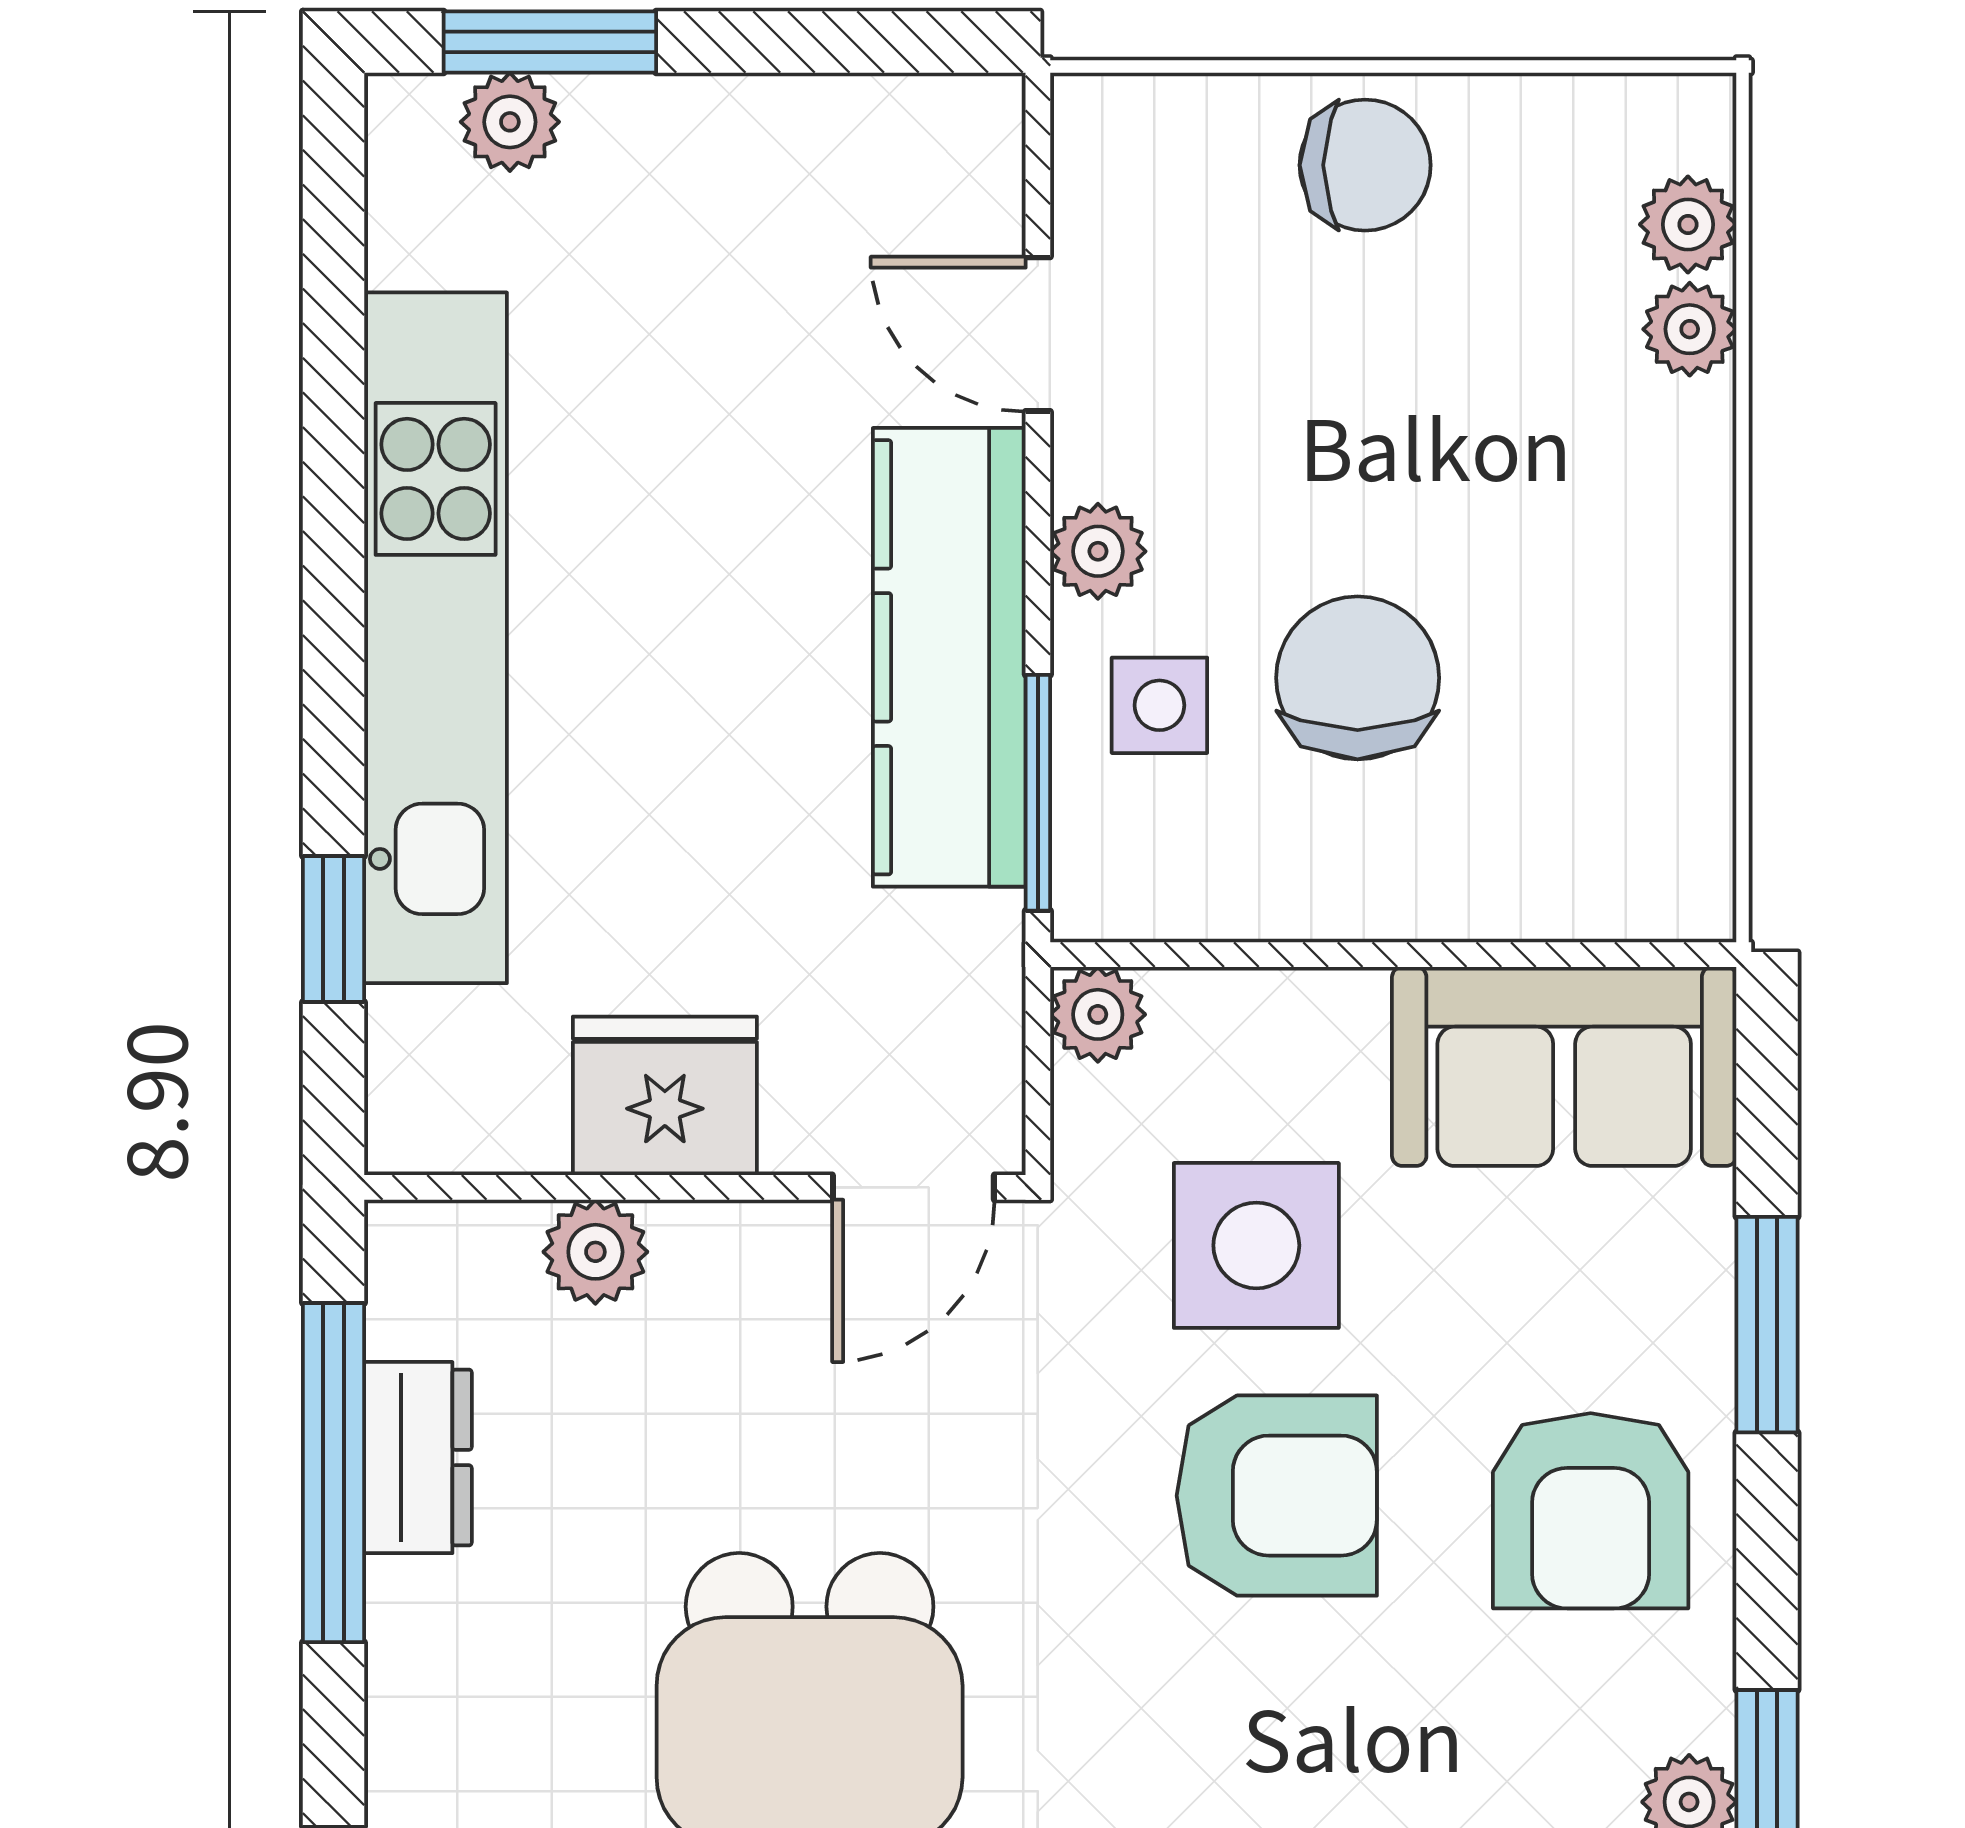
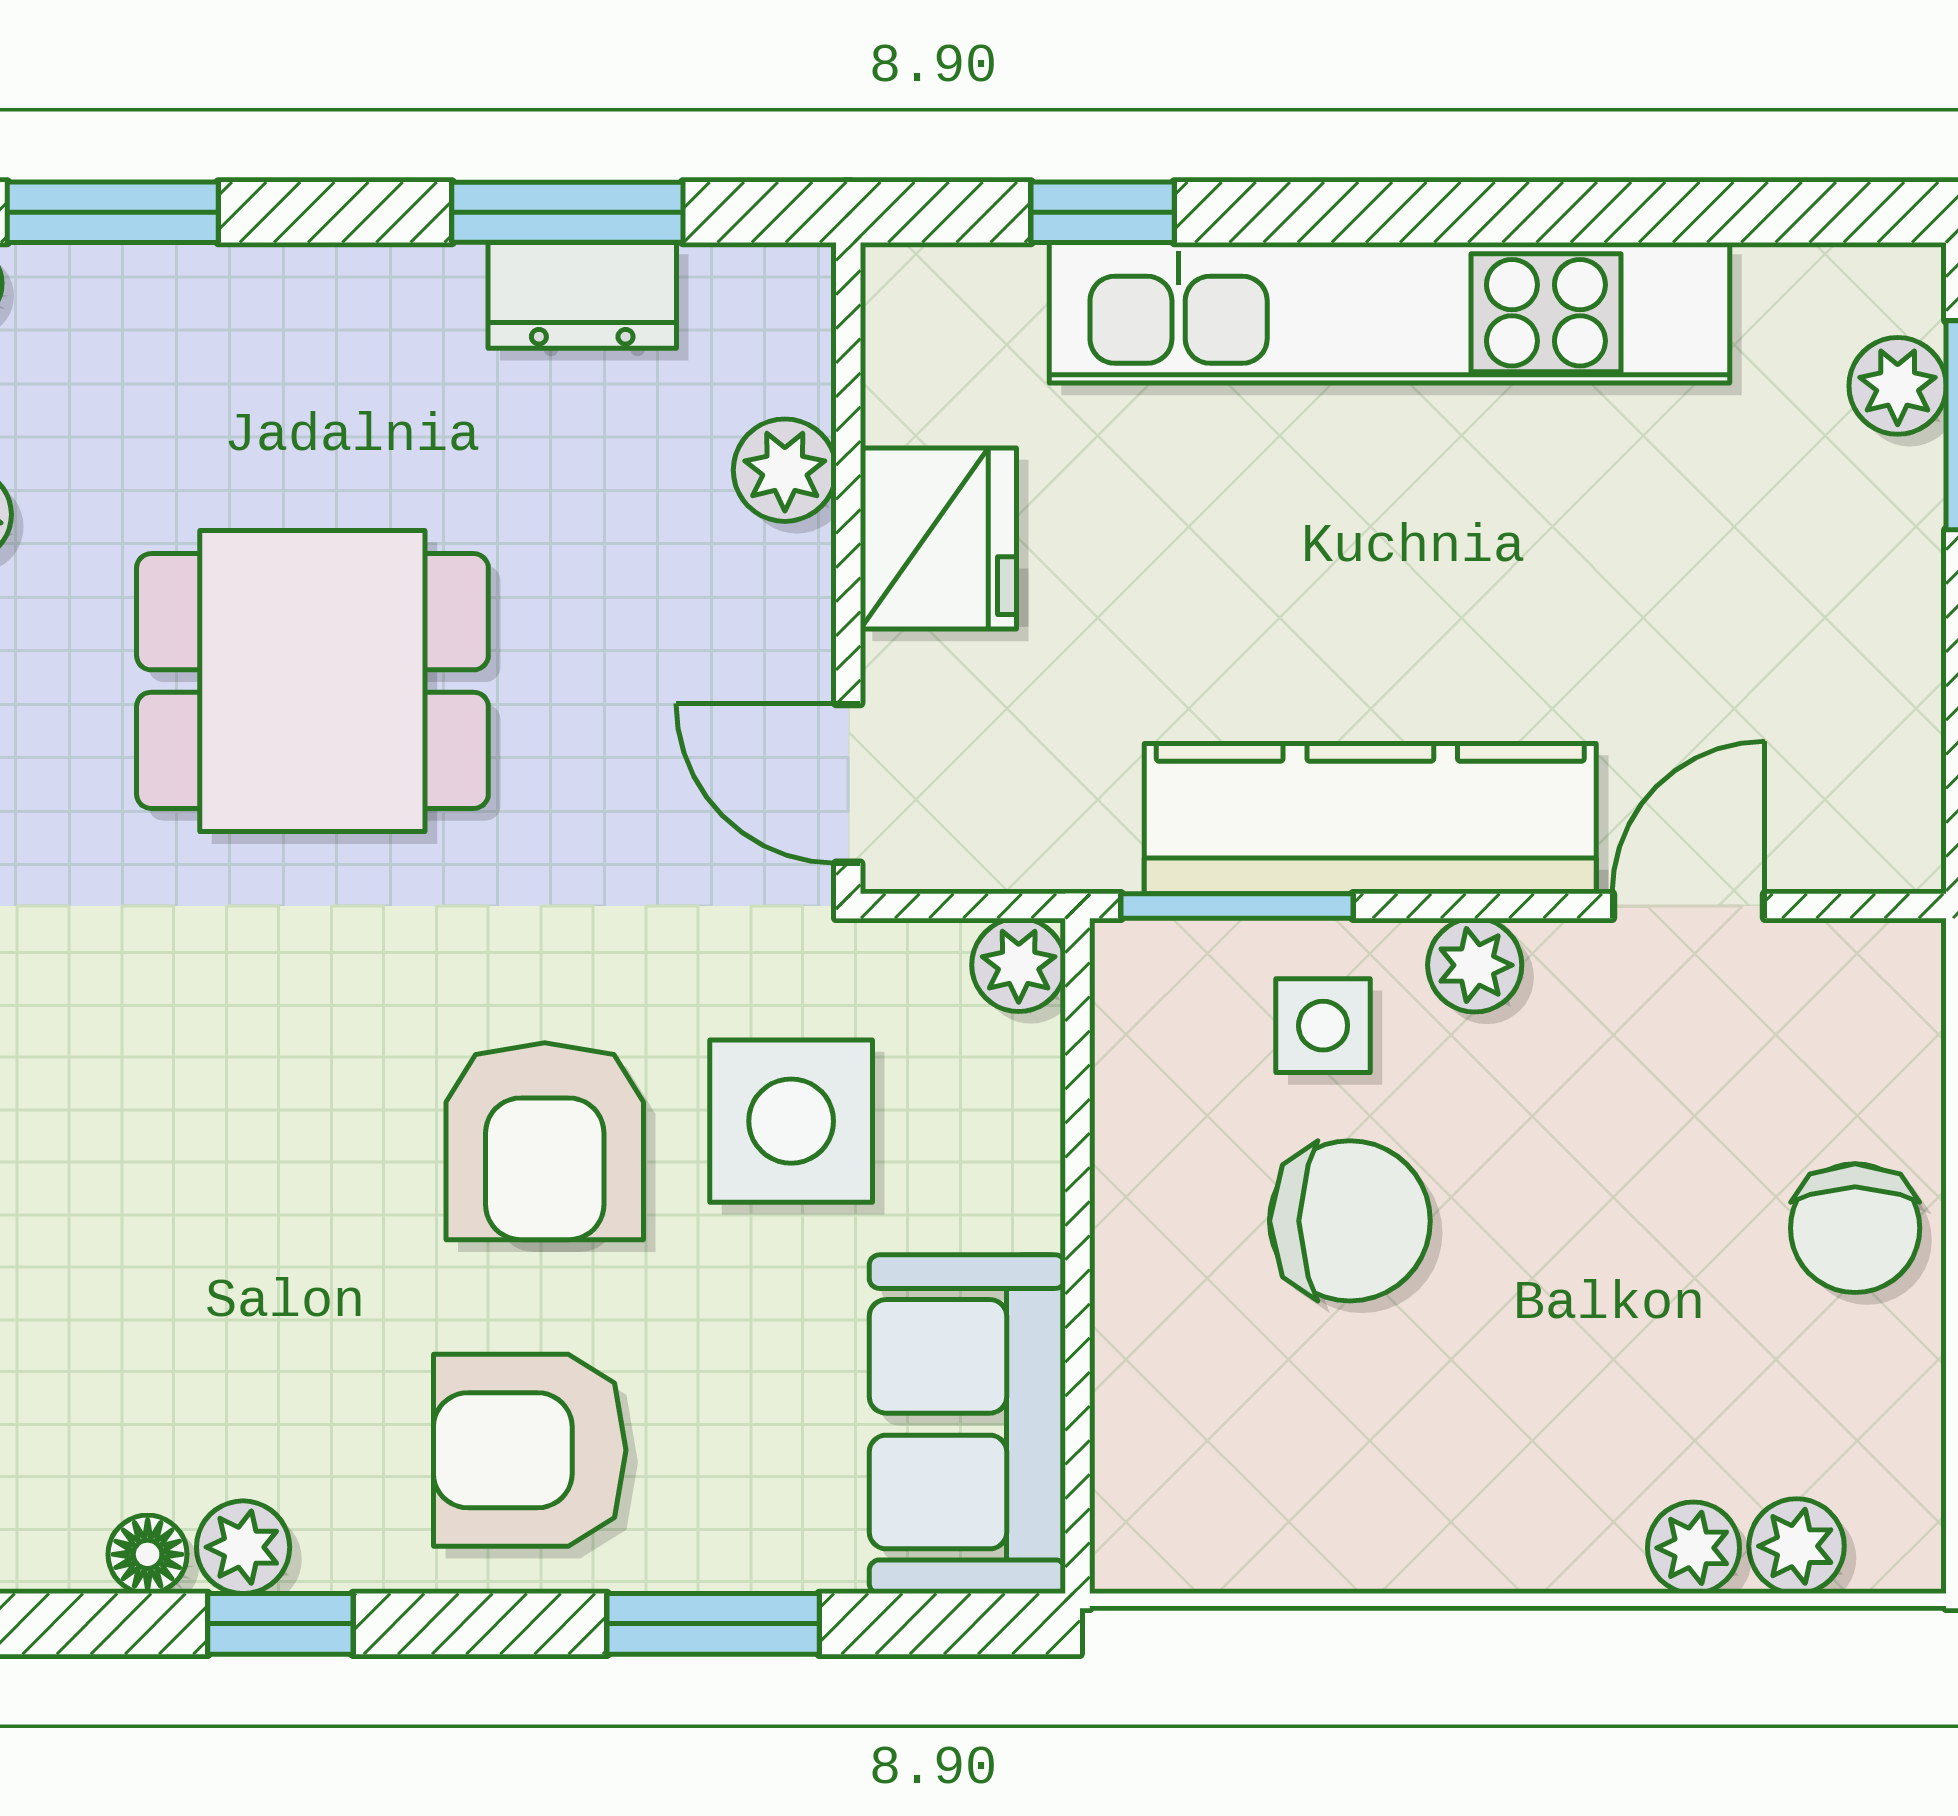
window: (334, 1473) -> (567, 212), width x0.69

